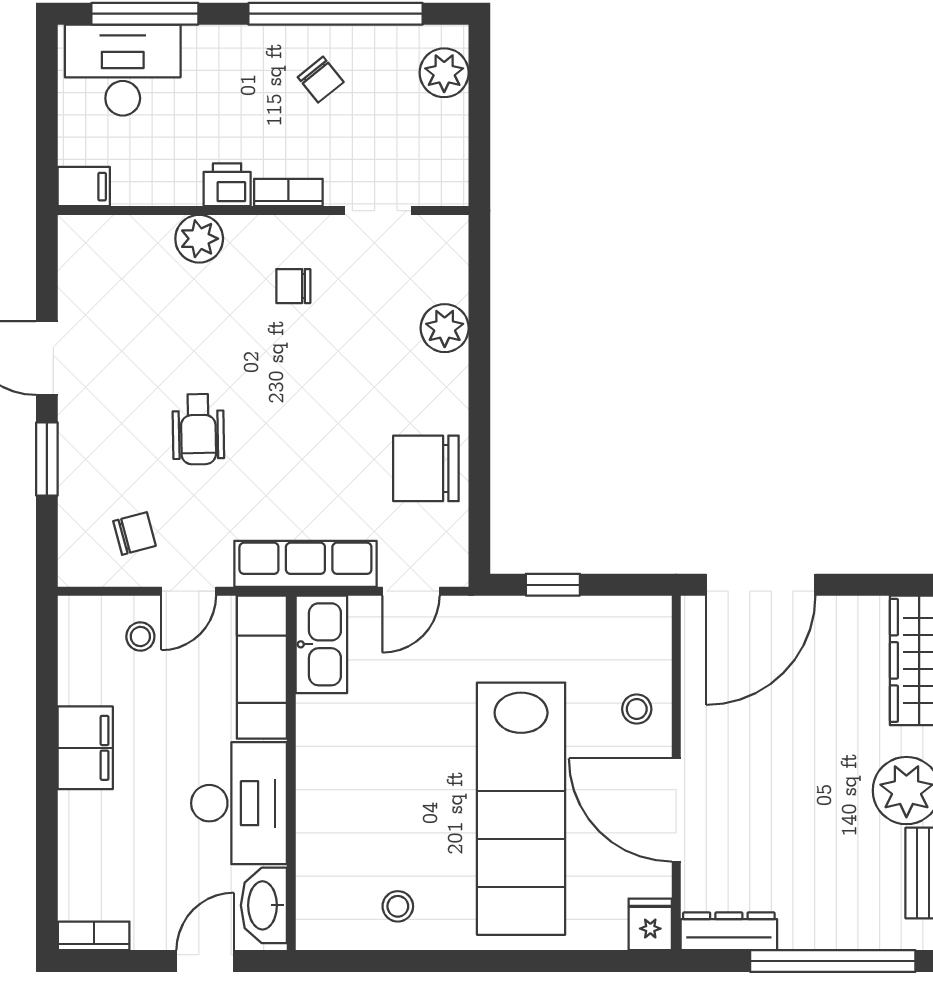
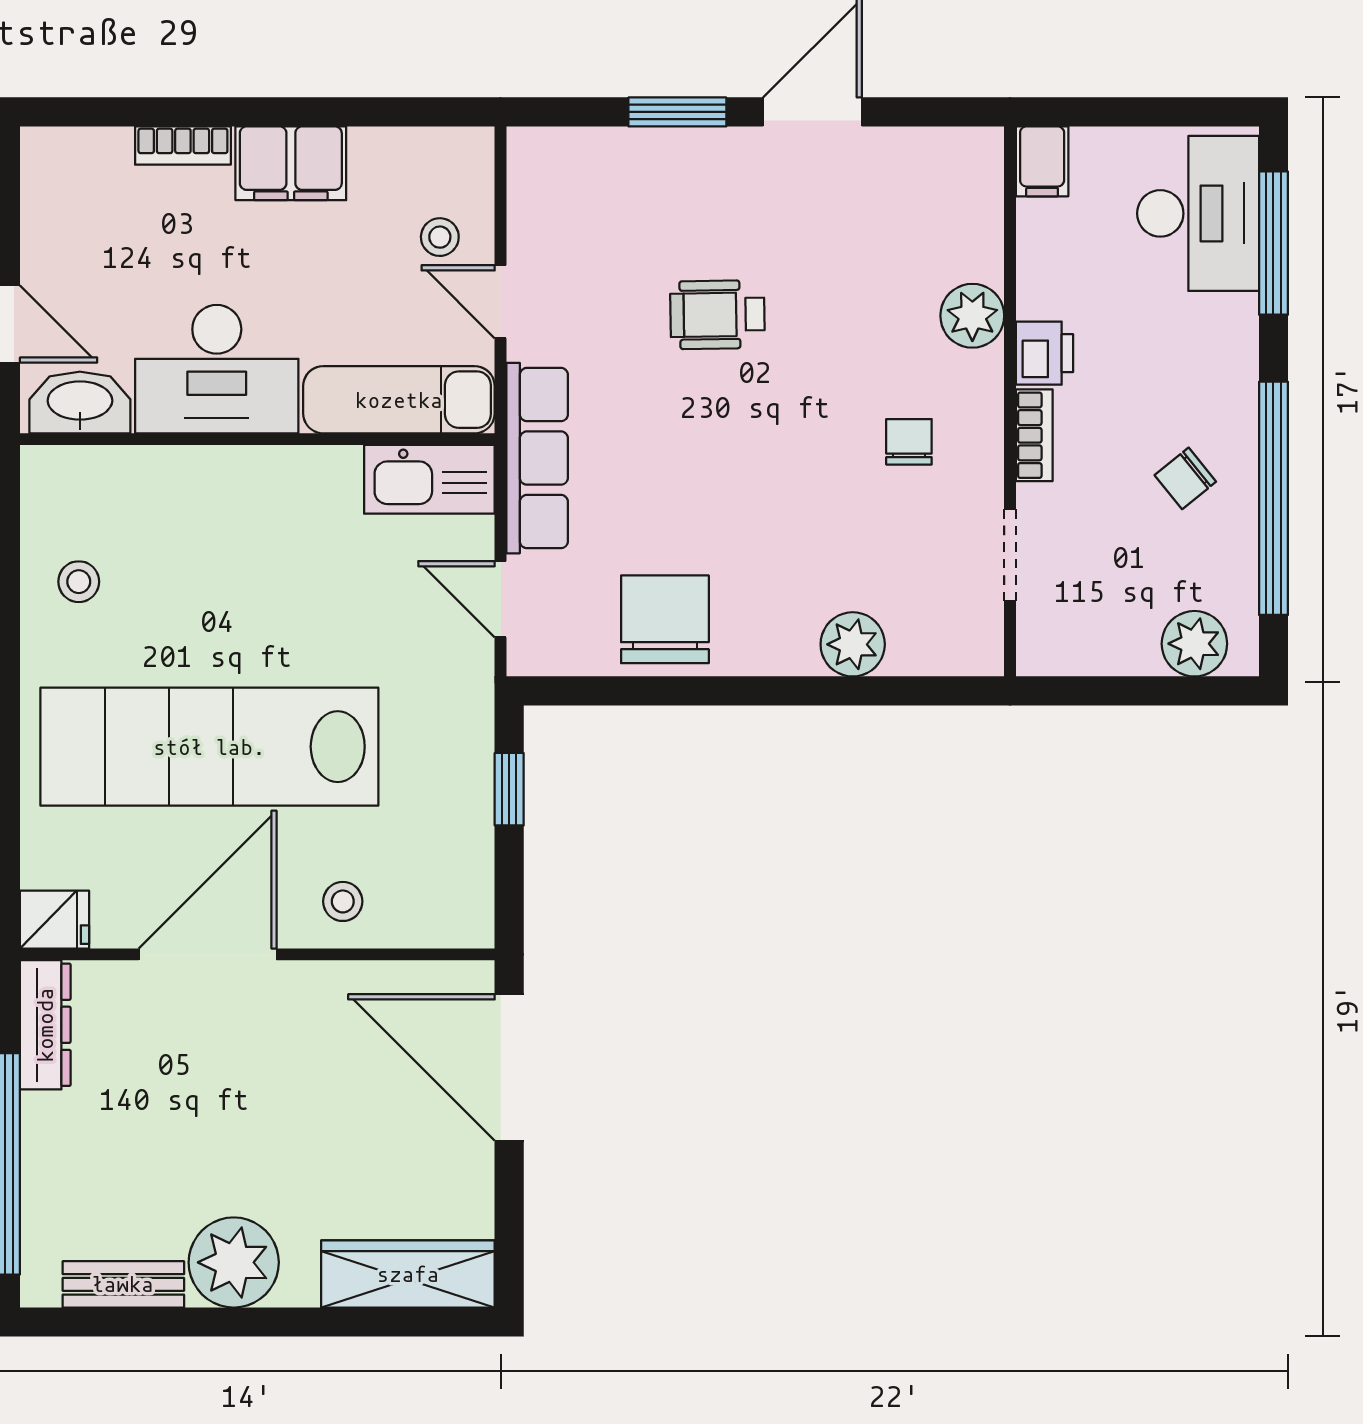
chair: (134, 534) -> (578, 229), removed
bookcase: (94, 936) -> (183, 146), moved, turned 90

